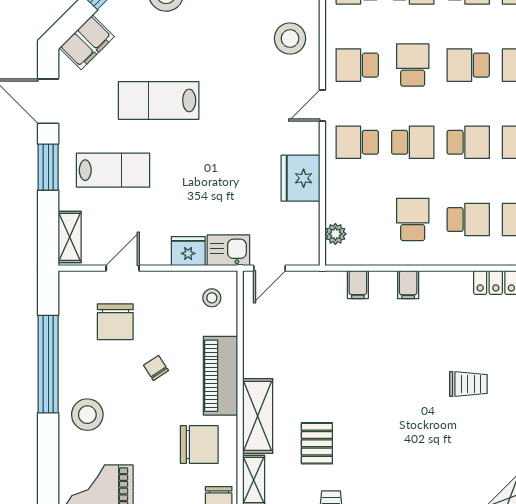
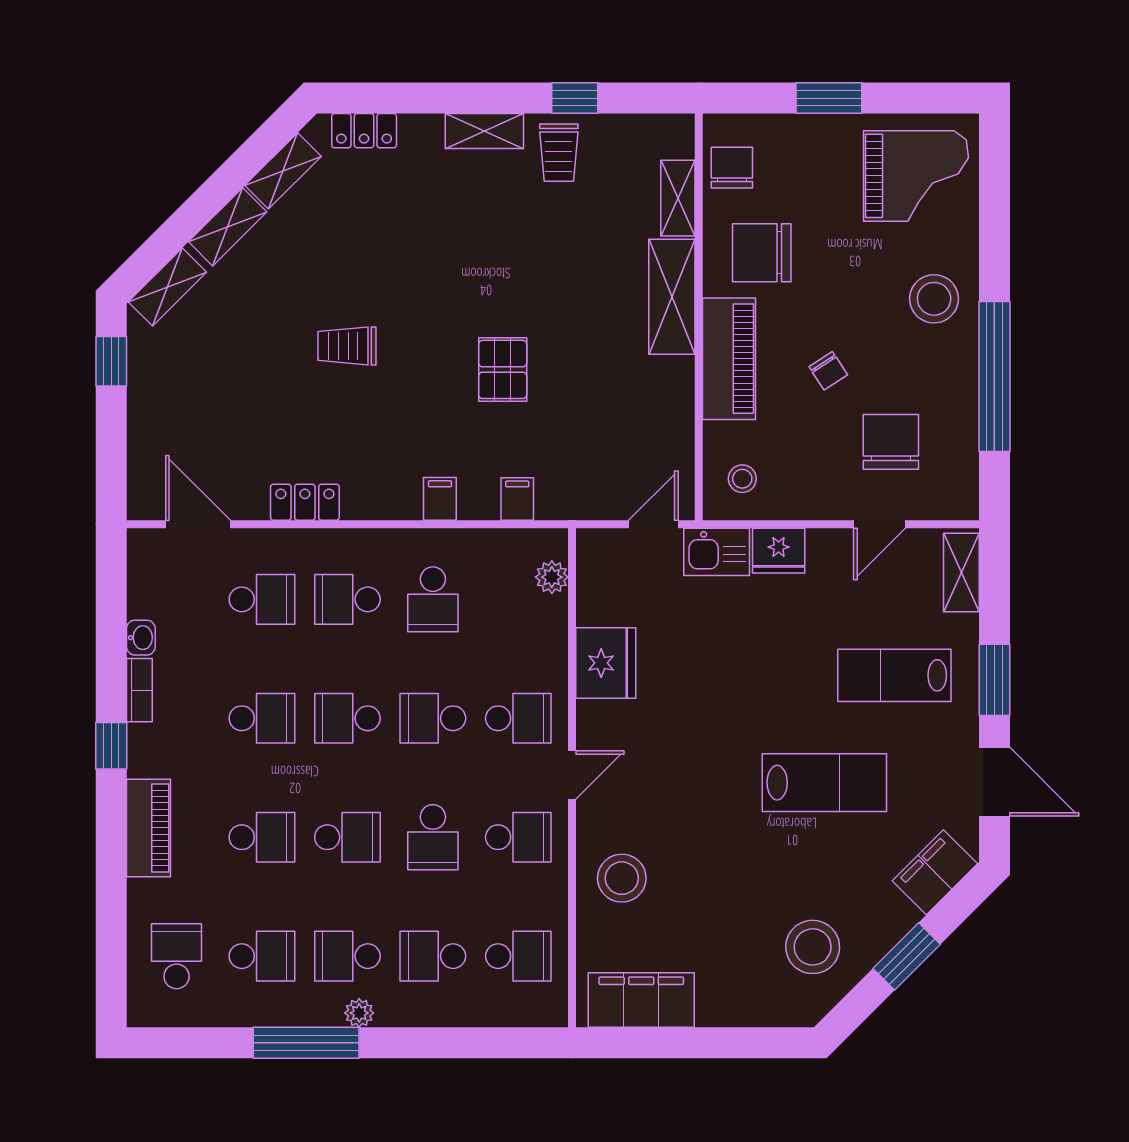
pallet: (317, 443) -> (503, 369), moved

